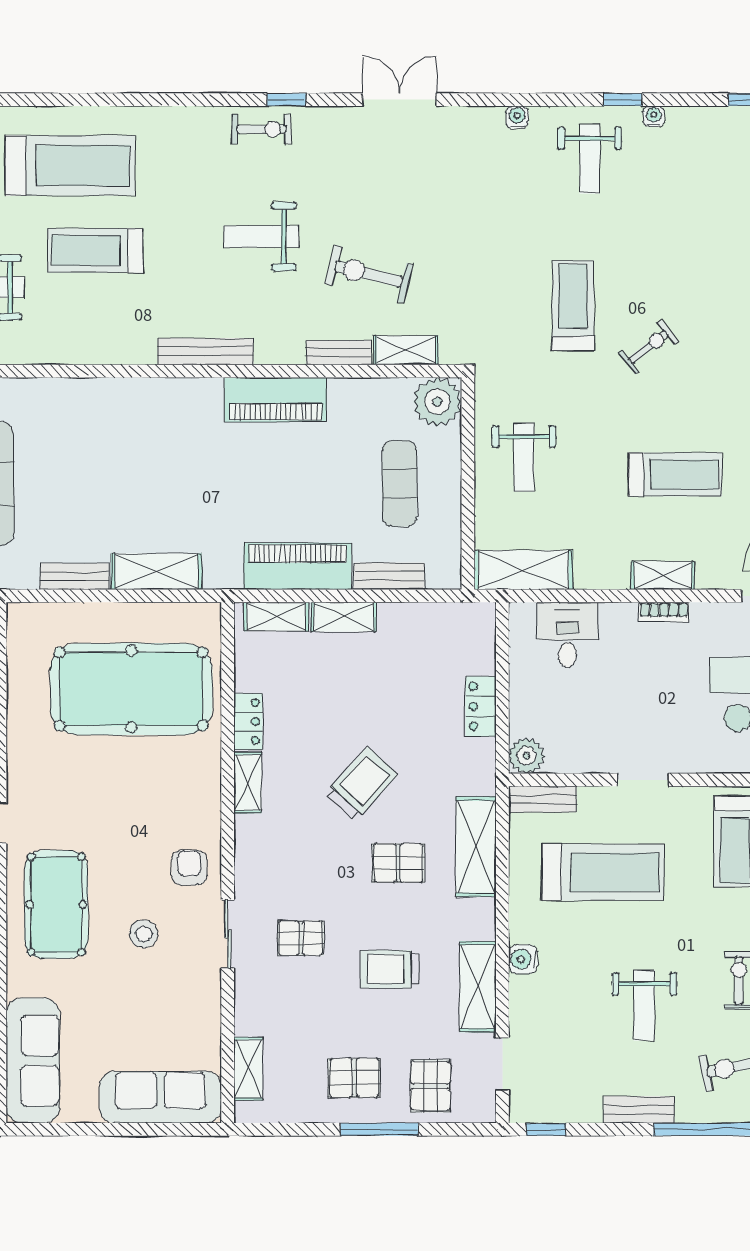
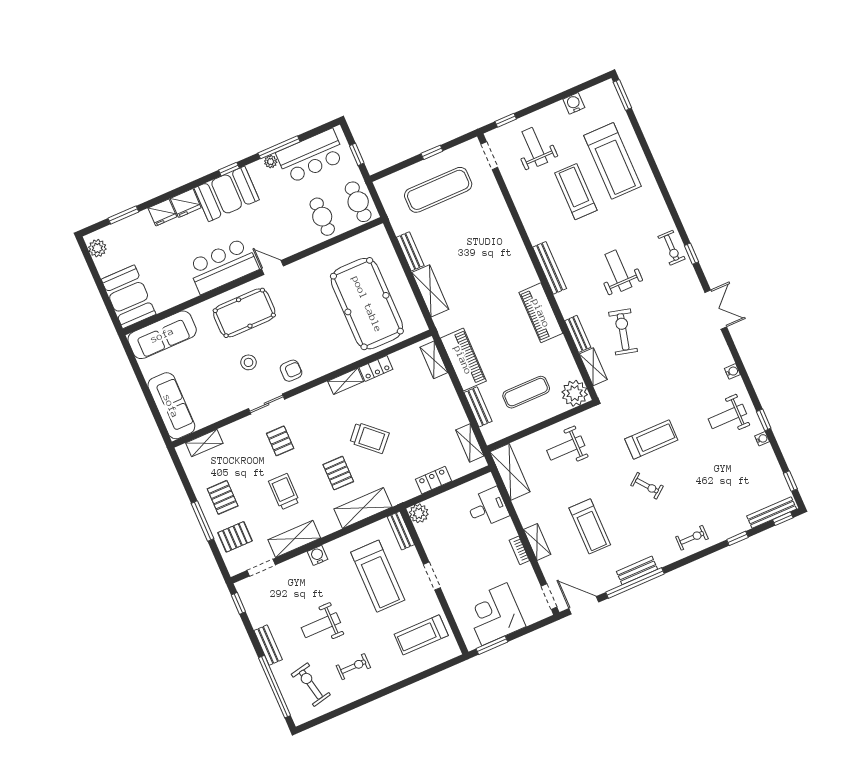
shelving: (344, 617) -> (470, 443), moved

